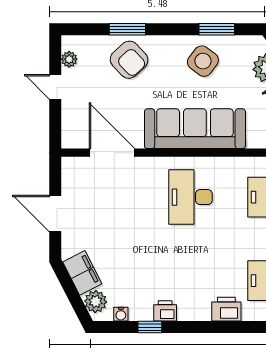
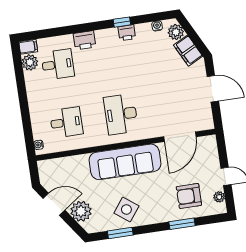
armchair: (129, 60) -> (189, 196), moved, turned -47
door: (112, 153) -> (180, 137), hinge flipped
desk: (191, 197) -> (121, 114), turned 180
window: (150, 327) -> (122, 22), moved

